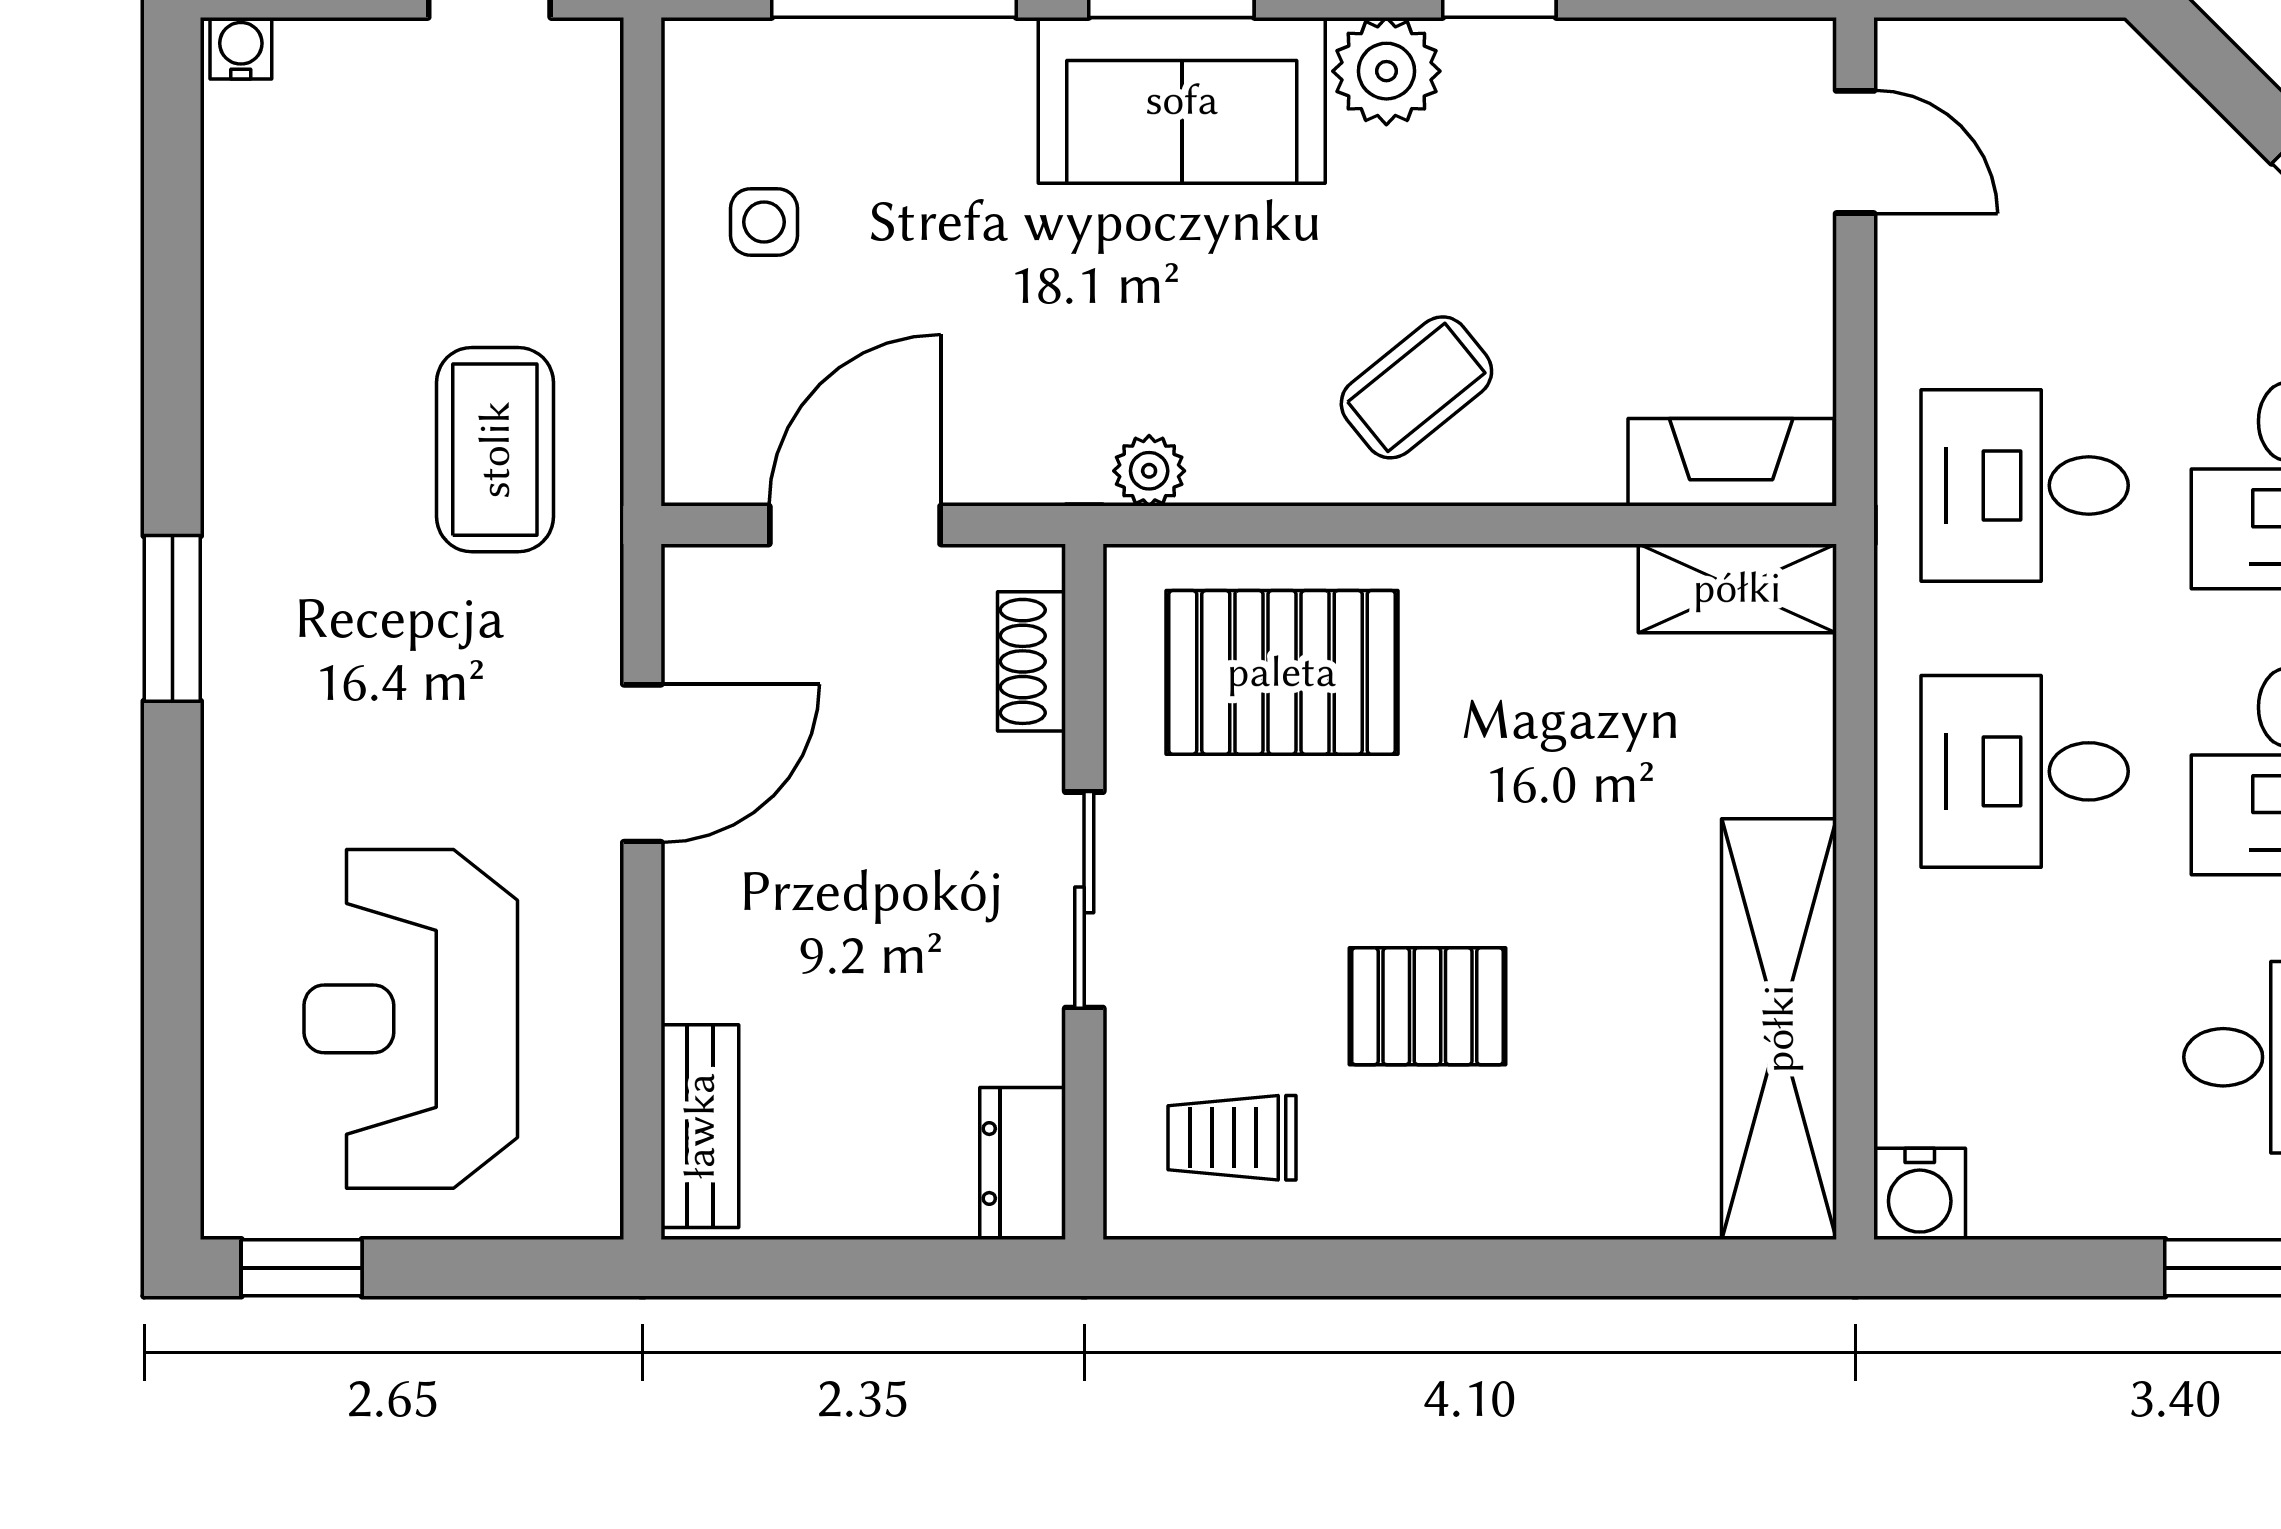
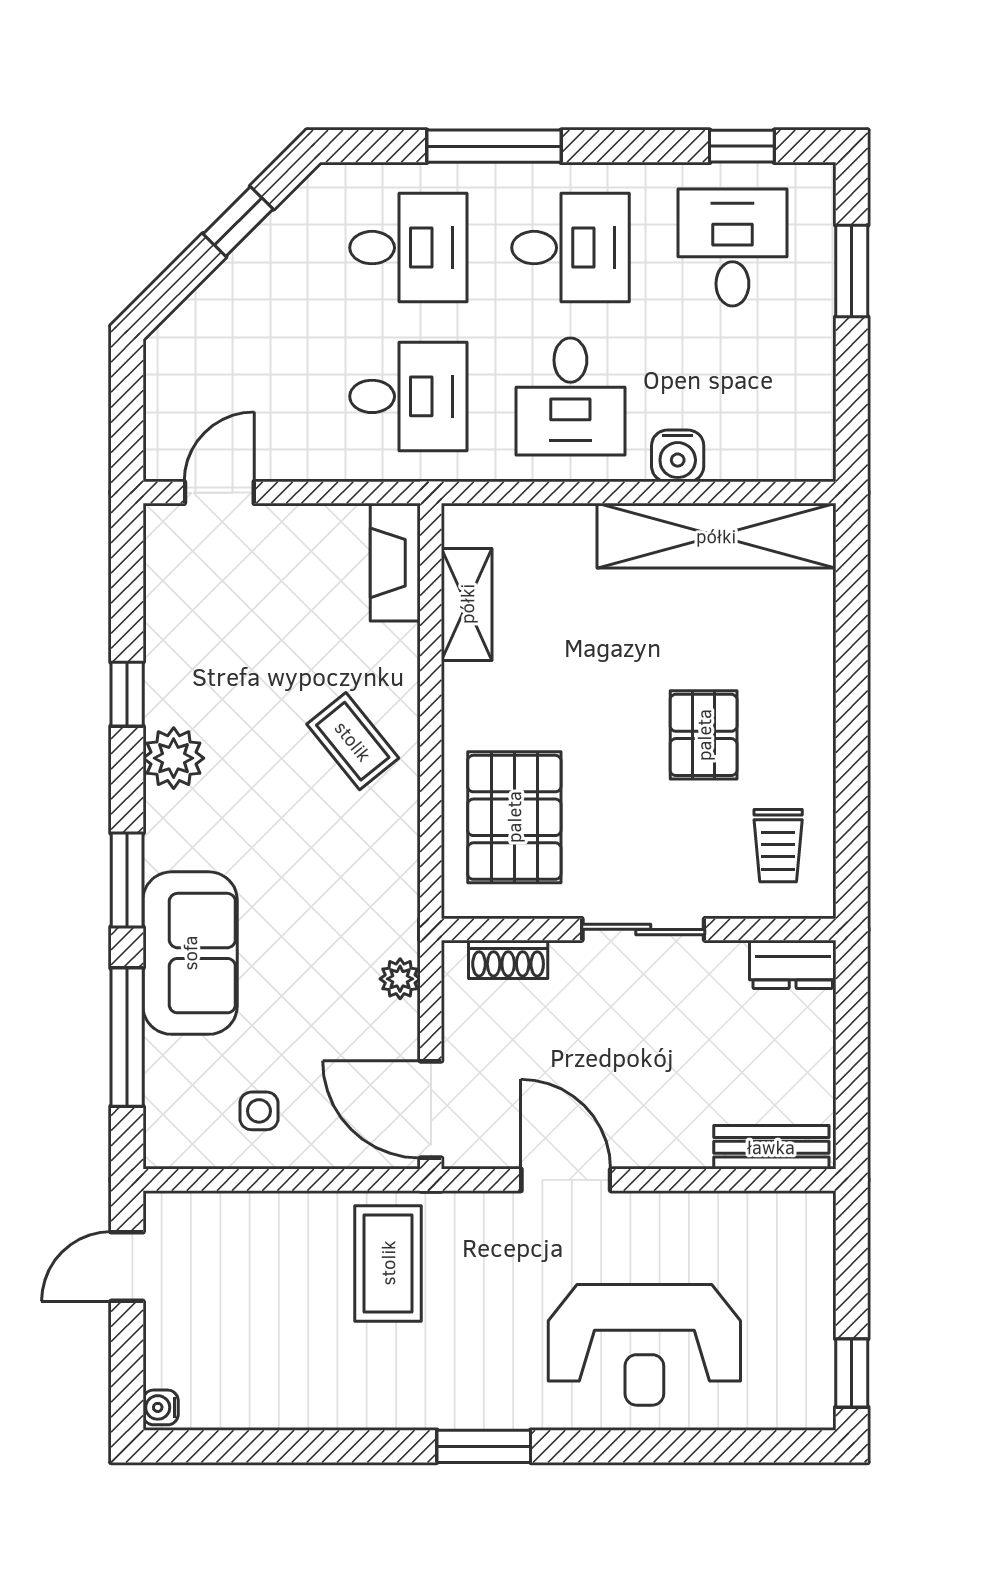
sofa: (1182, 100) -> (190, 953), moved
coffee table: (495, 450) -> (388, 1263), turned 90
plant: (1149, 471) -> (400, 979), moved
desk: (2025, 485) -> (408, 396), turned -90
door: (855, 525) -> (431, 1110), moved
shelving: (1737, 588) -> (467, 604), moved
reception desk: (411, 1019) -> (644, 1345), moved
water cooler: (1920, 1194) -> (678, 456), moved, turned 90

